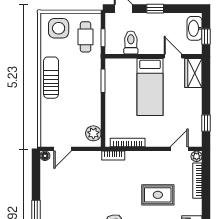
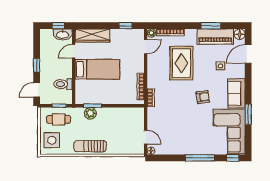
washbasin: (195, 28) -> (63, 35), moved
wardrobe: (193, 73) -> (92, 36), width x1.50
plant: (93, 133) -> (90, 113), moved
door: (179, 149) -> (146, 47), swing flipped
rug: (158, 195) -> (181, 63), width x1.36, depth x1.43

